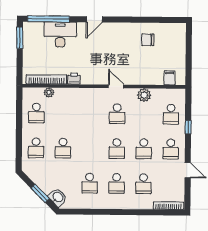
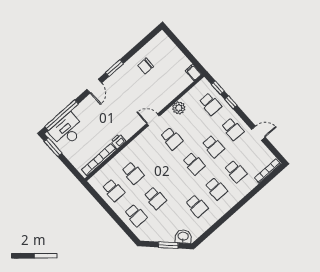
window: (122, 20) -> (114, 68), added
desk: (60, 35) -> (67, 130), moved
filing cabinet: (170, 78) -> (193, 72), moved
plant: (49, 92) -> (109, 167), removed
window: (188, 107) -> (218, 88), added
school desk: (63, 113) -> (133, 173), added

